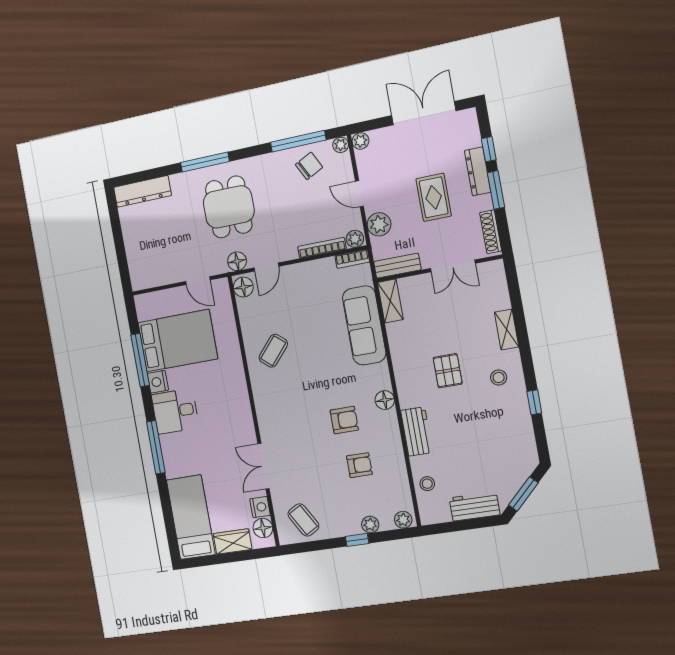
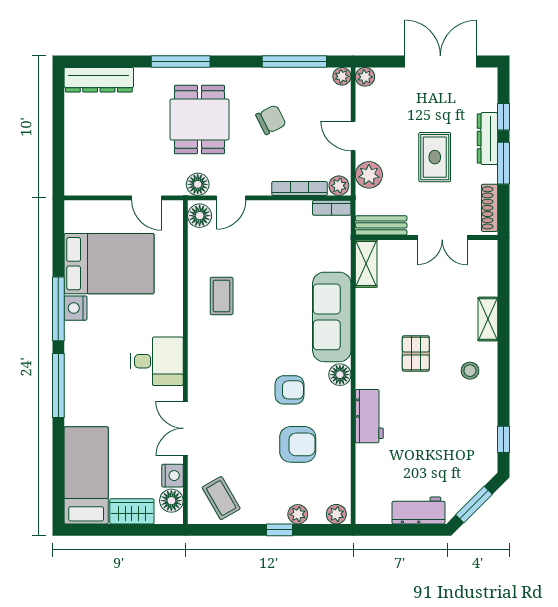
chair: (309, 166) -> (271, 120), moved
sofa: (364, 325) -> (332, 317), moved
coffee table: (273, 351) -> (222, 296), turned -41
window: (140, 360) -> (58, 309), moved
window: (534, 402) -> (503, 439), moved
desk: (175, 411) -> (157, 361), moved, turned 180
armchair: (359, 465) -> (298, 444), width x1.38, depth x1.38
stool: (427, 484) -> (371, 477), removed

